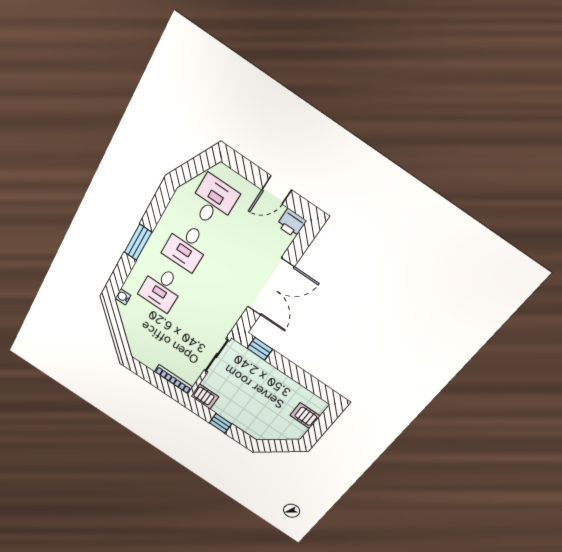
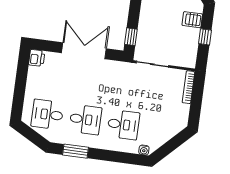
door: (277, 190) -> (21, 77), removed
window: (138, 242) -> (75, 151), moved
server rack: (205, 396) -> (192, 20), moved, turned -90

